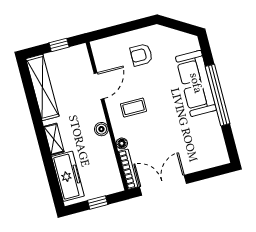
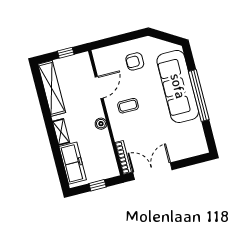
sofa: (196, 83) -> (178, 86), width x1.36, depth x1.27
floor lamp: (122, 143) -> (118, 136), removed

